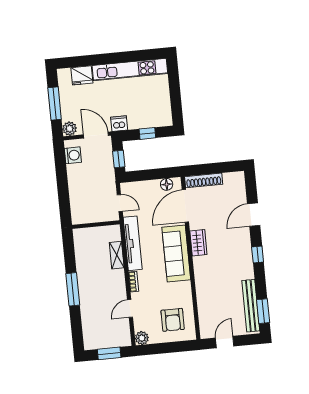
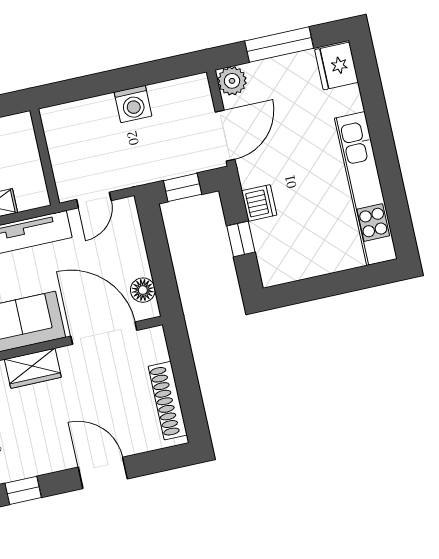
fridge: (82, 75) -> (336, 66), moved
dishwasher: (119, 124) -> (259, 203), moved
washing machine: (73, 155) -> (133, 104), moved
shoe rack: (204, 180) -> (168, 401), moved

